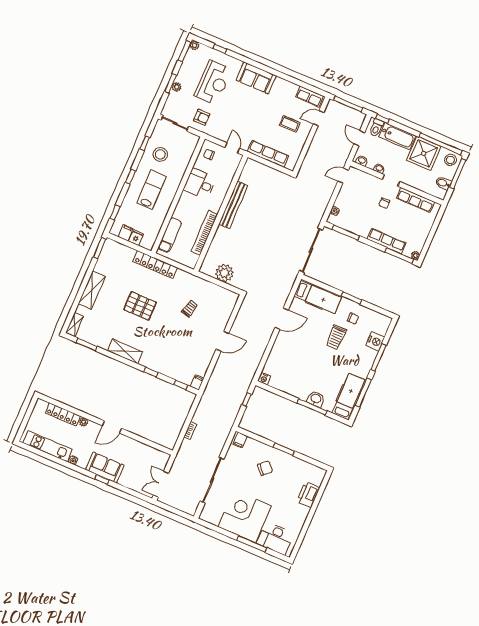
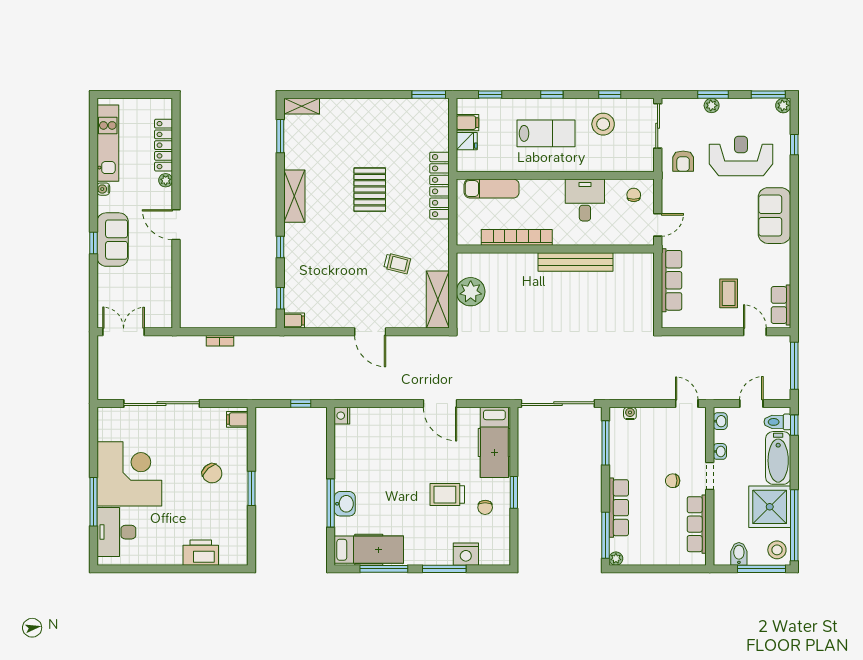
reception desk: (213, 82) -> (741, 156), turned 180
shelving: (92, 290) -> (438, 300), moved, turned 90

